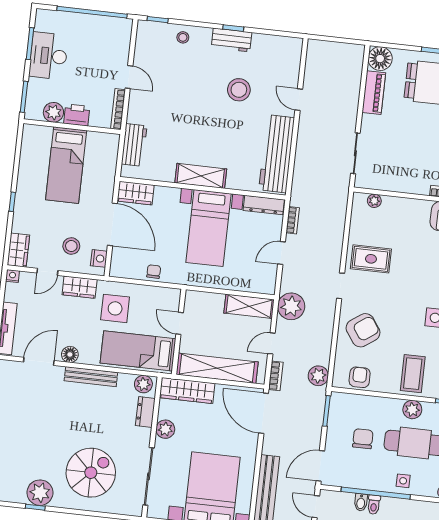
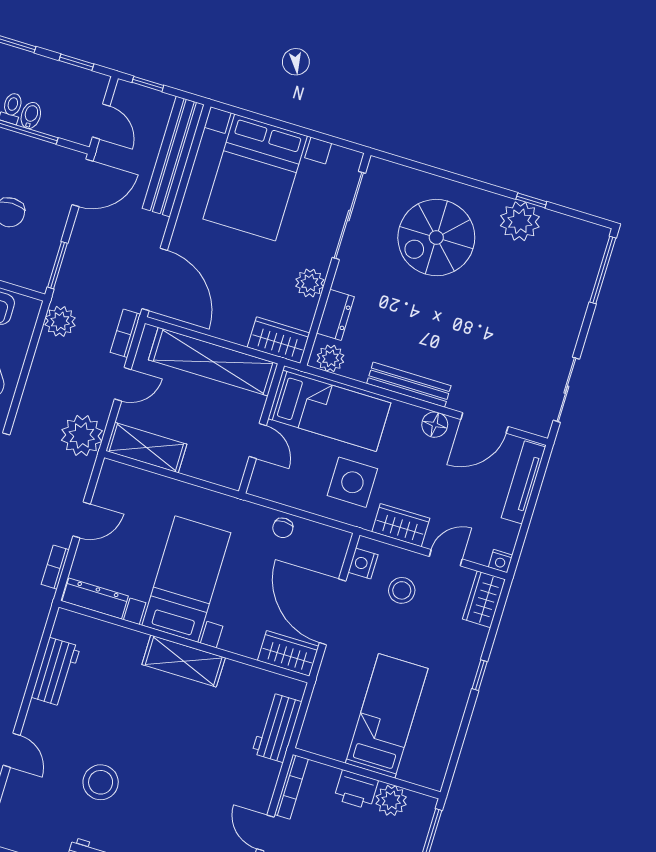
workbench: (277, 154) -> (56, 672), width x0.53, depth x0.76
wardrobe: (187, 390) -> (278, 340), width x0.67

